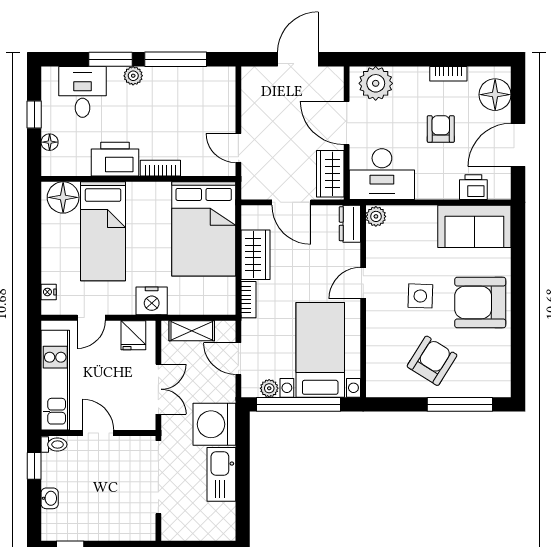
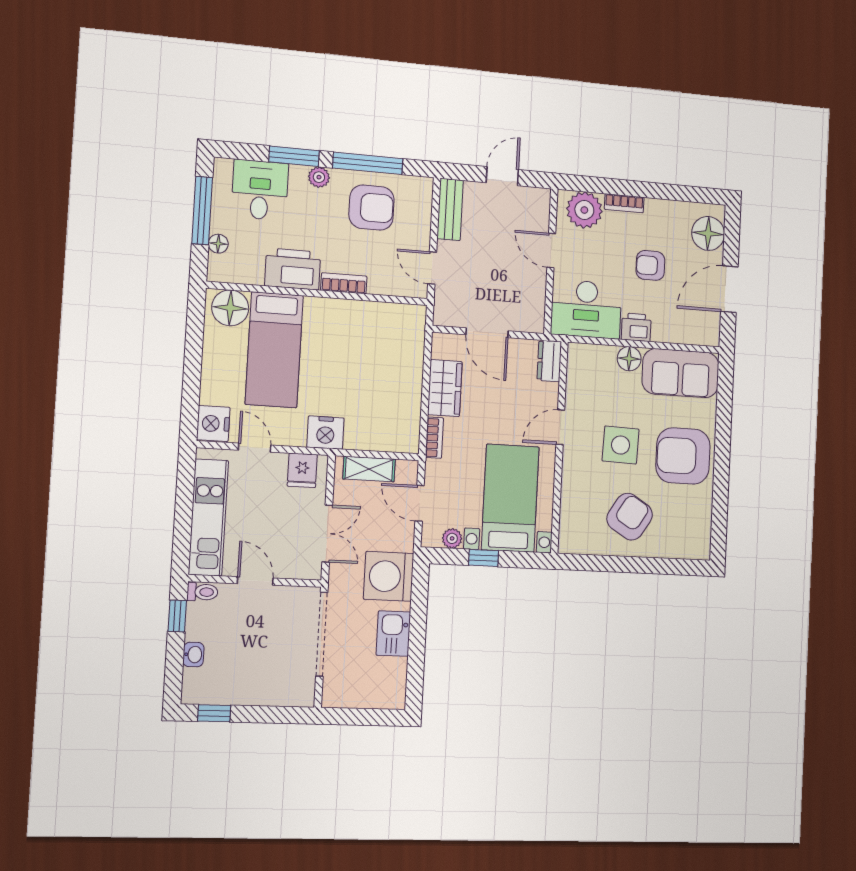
door: (298, 59) -> (502, 176), width x0.73
bookcase: (448, 74) -> (624, 203), moved
bench: (252, 94) -> (450, 209), added
armchair: (181, 99) -> (372, 208), added
window: (34, 114) -> (202, 211), width x2.17
door: (347, 123) -> (551, 250), width x0.73
armchair: (441, 129) -> (650, 265), turned -90
wardrobe: (330, 174) -> (531, 305), removed
printer: (473, 187) -> (636, 327), moved
plant: (376, 216) -> (578, 355), removed
floor lamp: (425, 216) -> (629, 359), added
bed: (204, 229) -> (389, 355), removed
nightstand: (49, 292) -> (213, 424), width x1.89, depth x1.79
side table: (420, 296) -> (621, 445), width x1.37, depth x1.37
door: (91, 318) -> (255, 448), swing flipped
window: (299, 404) -> (483, 558), width x0.32
window: (460, 404) -> (657, 566), removed
kitchen sink: (221, 474) -> (393, 634), width x0.73

